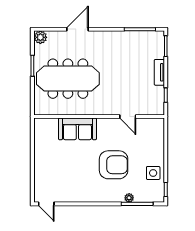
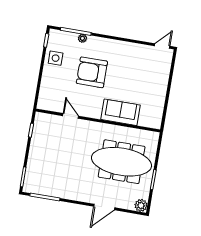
tv unit: (159, 72) -> (33, 153), removed
door: (46, 204) -> (162, 46), hinge flipped

